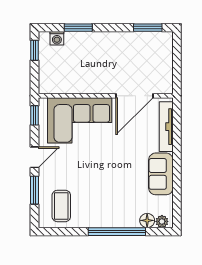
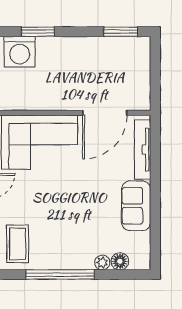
washing machine: (57, 38) -> (20, 52), width x1.89, depth x1.89
plant: (162, 221) -> (102, 262), moved
window: (117, 232) -> (60, 275), moved

